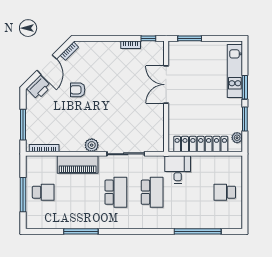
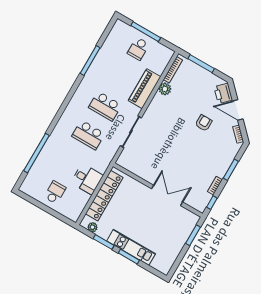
window: (107, 38) -> (231, 170), added
kitchen unit: (235, 71) -> (131, 247), moved
plant: (92, 145) -> (165, 89), moved
desk: (178, 169) -> (87, 179), moved

